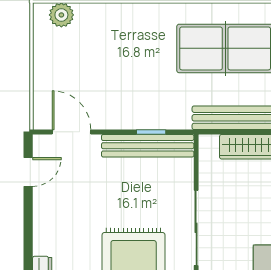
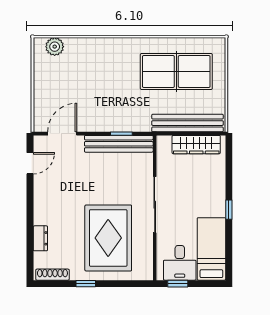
door: (72, 132) -> (62, 134), hinge flipped

